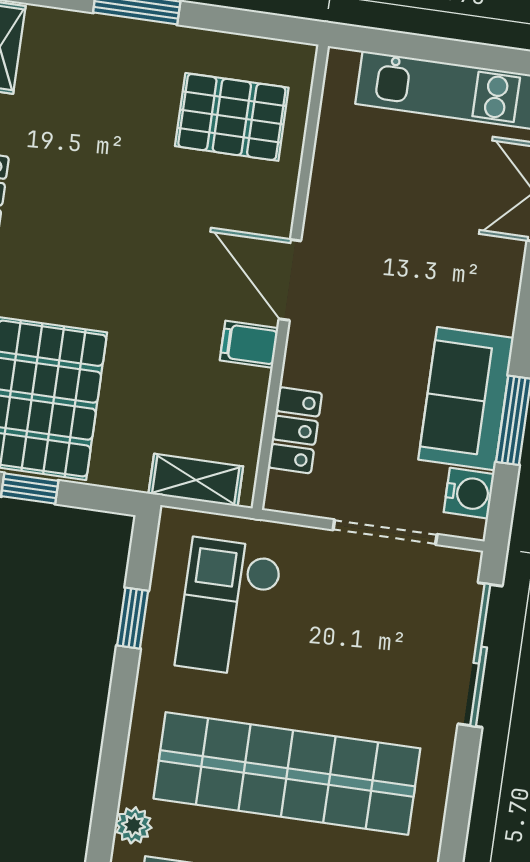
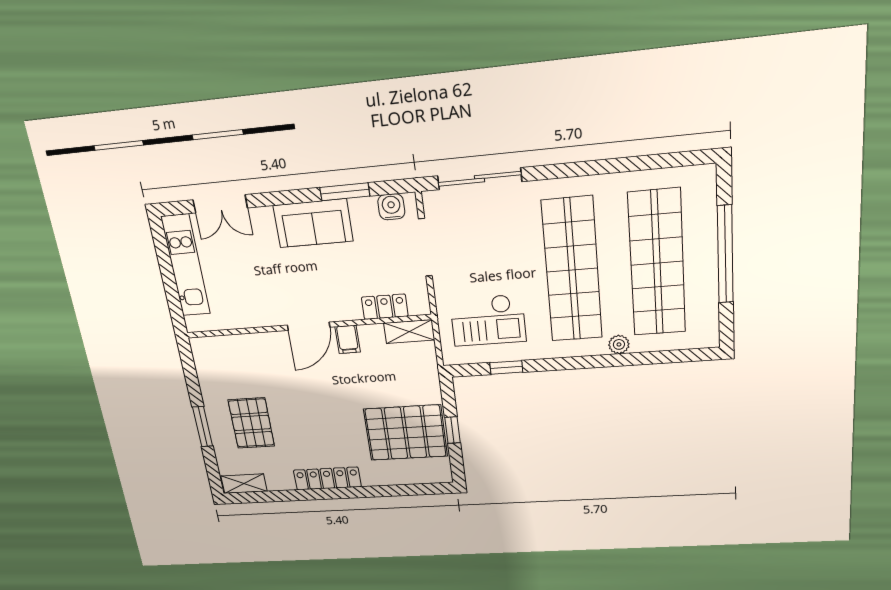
pallet: (232, 117) -> (251, 423), moved
sofa: (466, 399) -> (313, 223), moved
shelving: (196, 480) -> (409, 332), moved, turned 90

